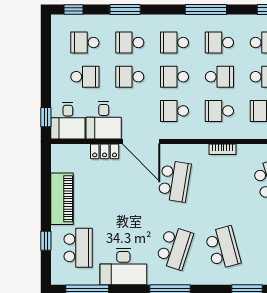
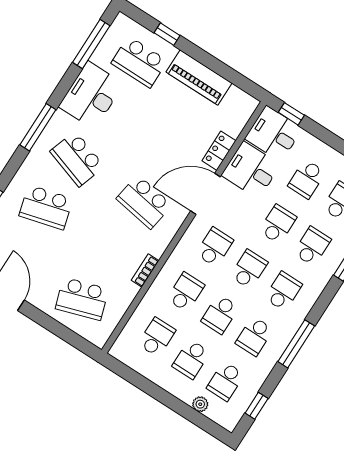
school desk: (219, 43) -> (254, 336), turned 180

